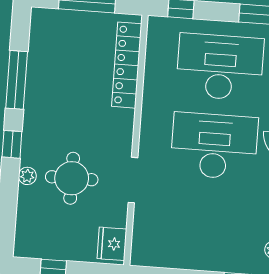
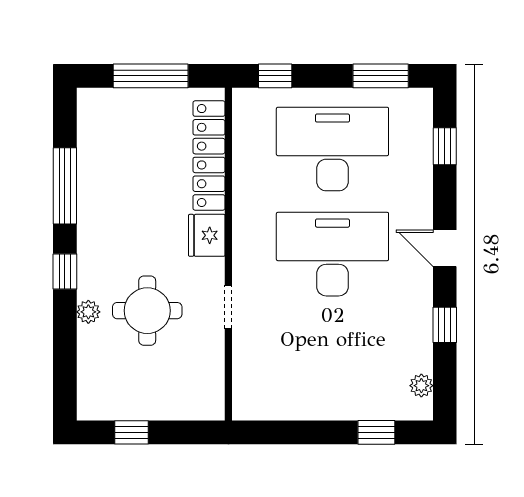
doorway: (133, 180) -> (228, 307), width x0.73
fridge: (112, 244) -> (207, 235), moved

